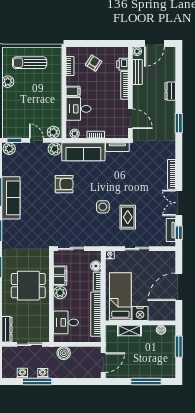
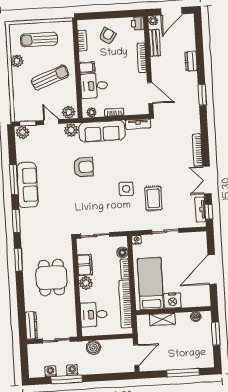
printer: (122, 64) -> (138, 23), moved
sun lounger: (38, 99) -> (50, 78), added
dining table: (28, 286) -> (51, 278), turned 90

